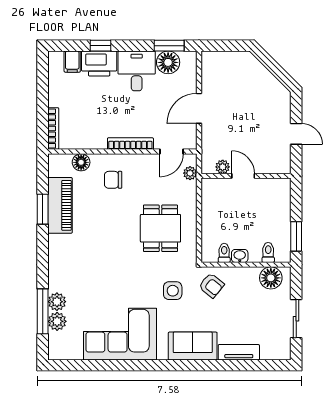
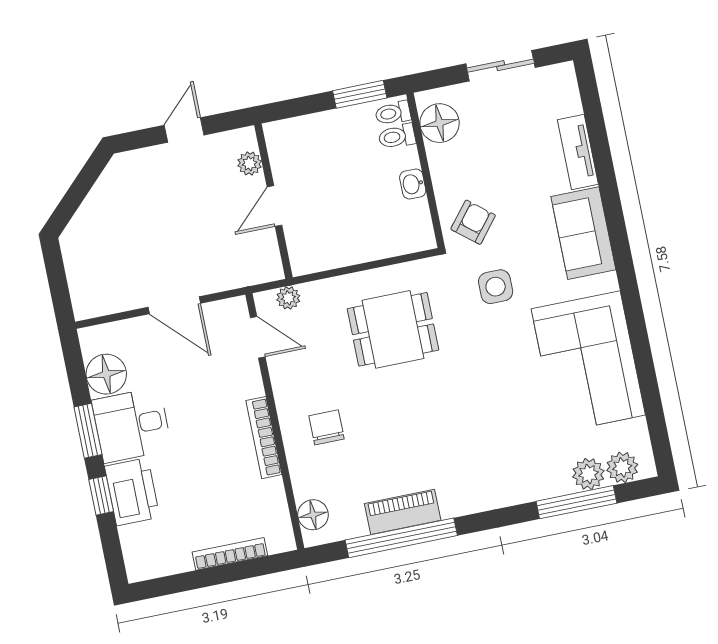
window: (169, 46) -> (88, 431), moved
filing cabinet: (72, 62) -> (138, 539), removed
bookcase: (53, 128) -> (230, 554), moved
bookcase: (130, 144) -> (264, 438), moved
floor lamp: (81, 162) -> (313, 515), moved
plant: (223, 167) -> (250, 164), moved
chair: (113, 180) -> (326, 427), turned 180
piano: (60, 205) -> (403, 512), width x0.73, depth x0.75
window: (43, 209) -> (401, 538), width x2.11
toilet: (224, 253) -> (393, 113), moved
plant: (57, 302) -> (622, 467), moved

